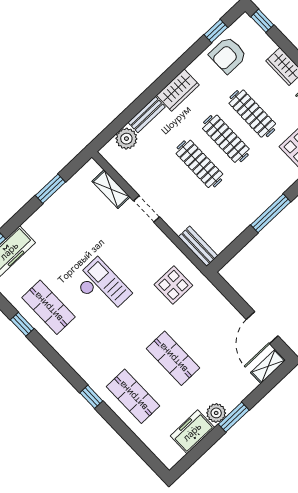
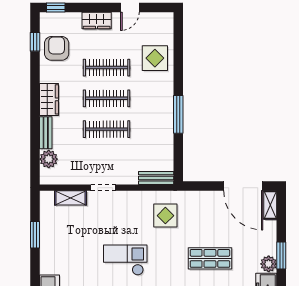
armchair: (228, 55) -> (57, 48), turned 180
door: (262, 328) -> (243, 186), width x1.36

